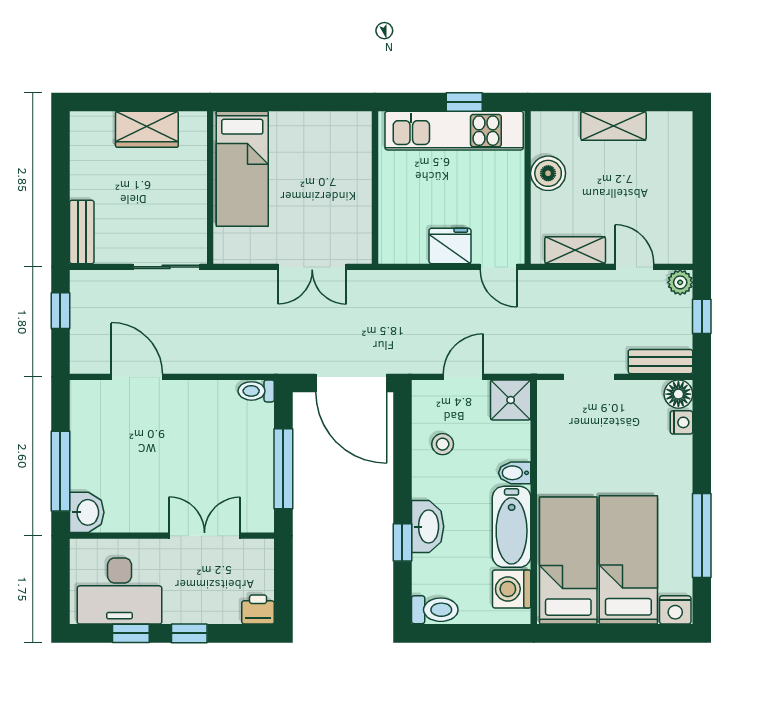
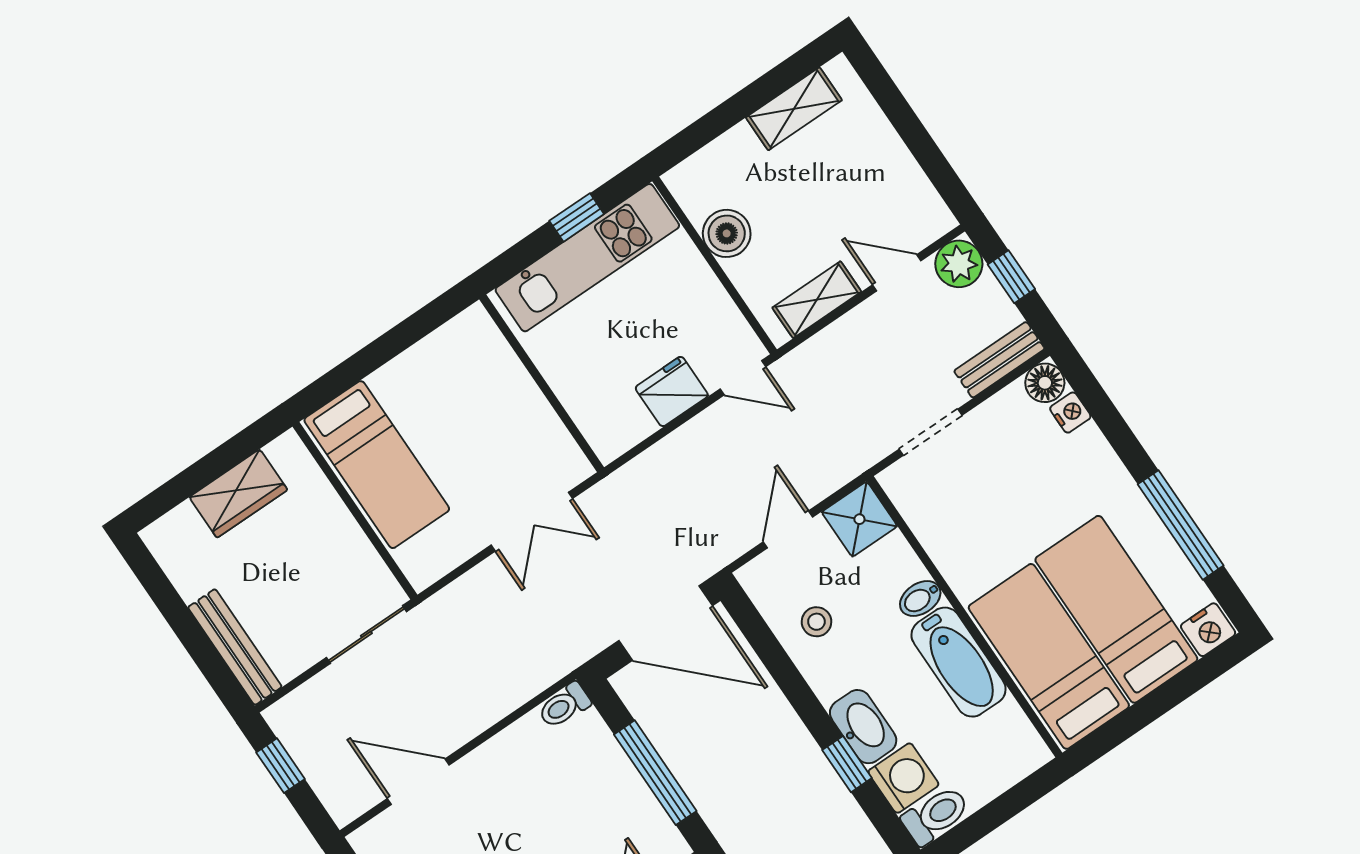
shelving: (613, 126) -> (794, 109), moved
bench: (82, 232) -> (235, 647), width x1.36
plant: (680, 282) -> (959, 264), width x1.38, depth x1.38
washing machine: (512, 589) -> (903, 778), moved, turned 180

